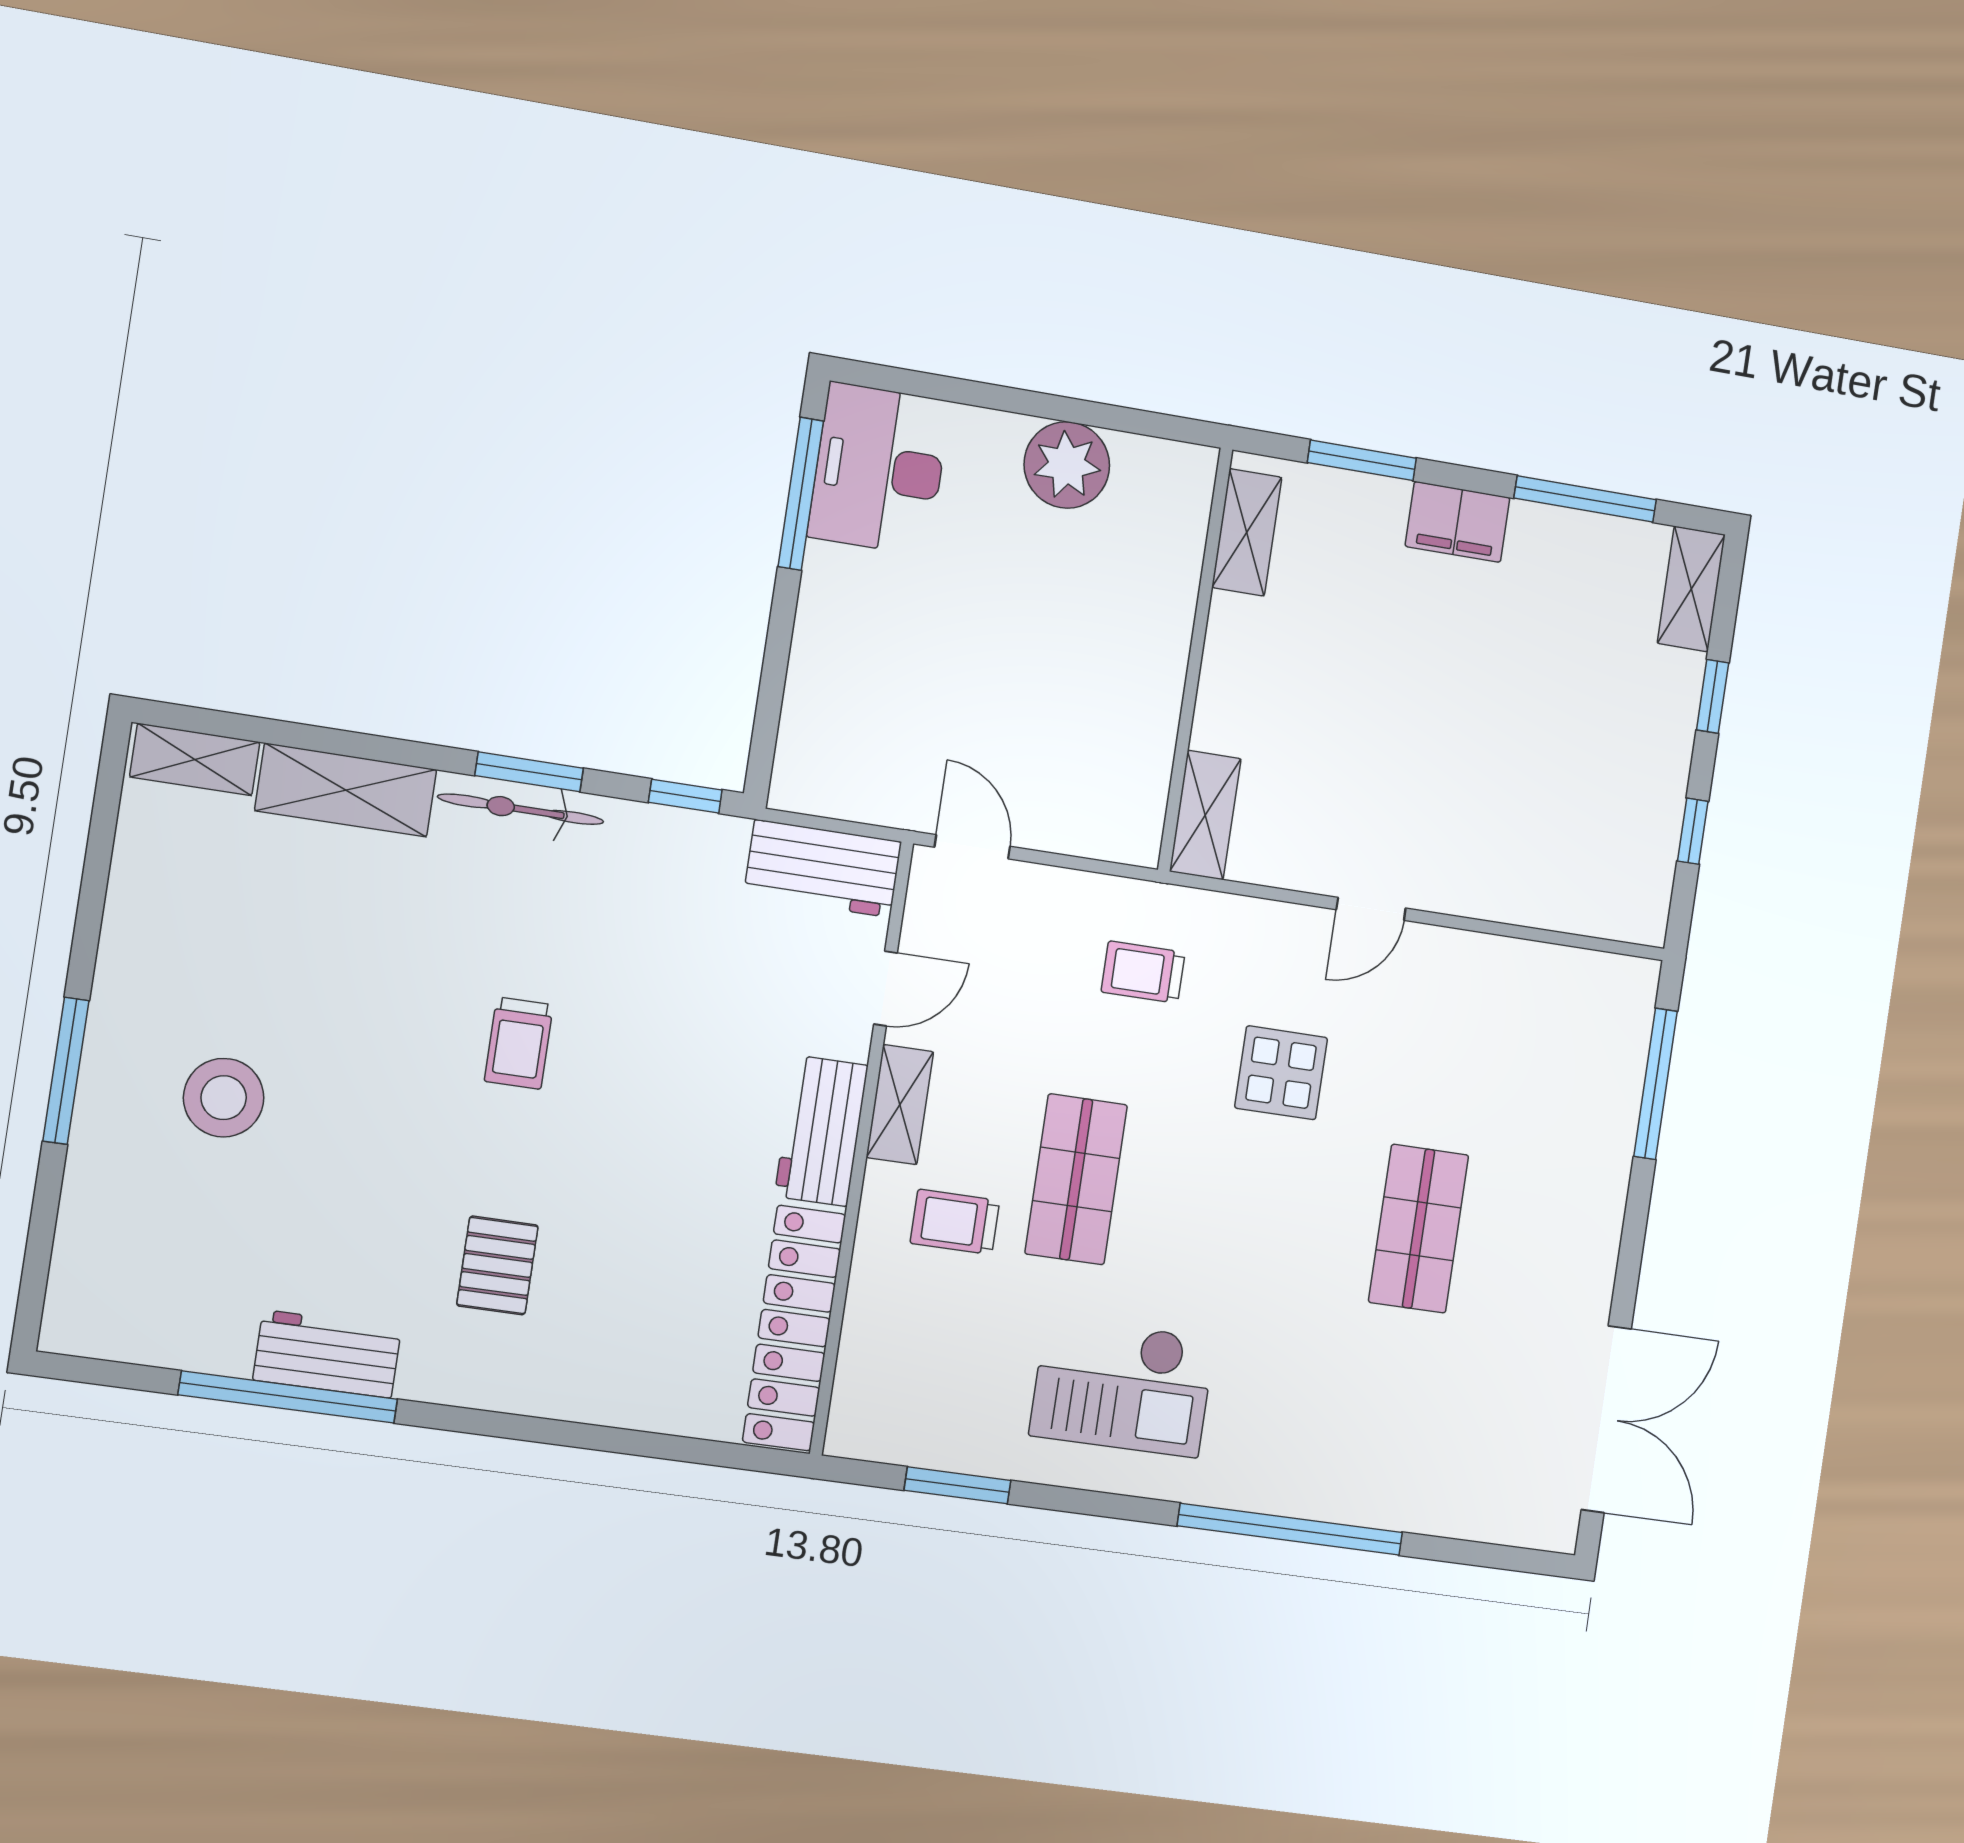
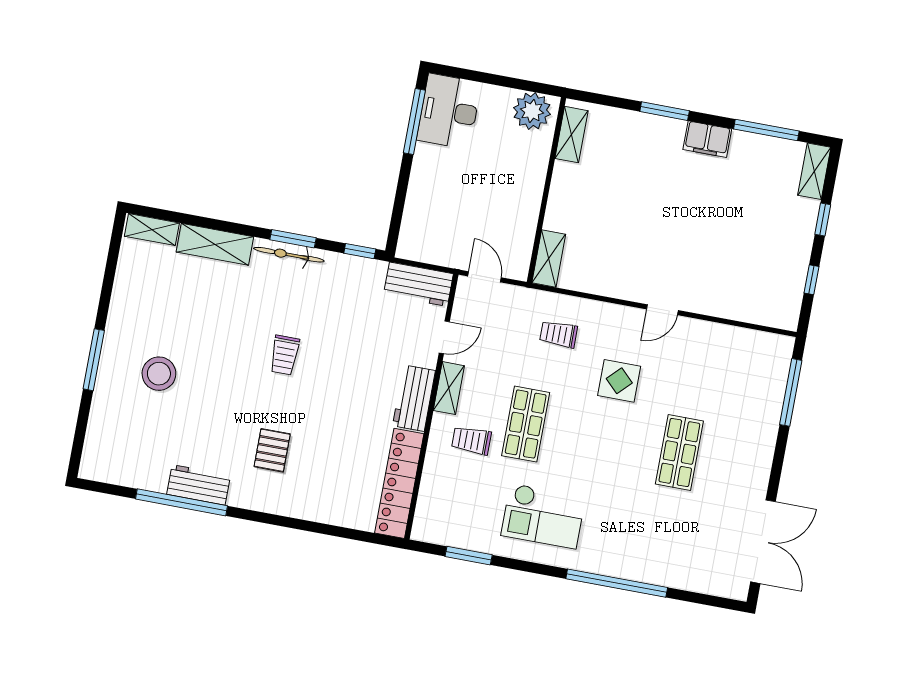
shelving: (1247, 532) -> (572, 135), moved
wall: (1195, 660) -> (546, 190), moved
shelving: (1205, 815) -> (549, 259), moved

